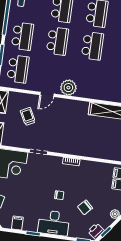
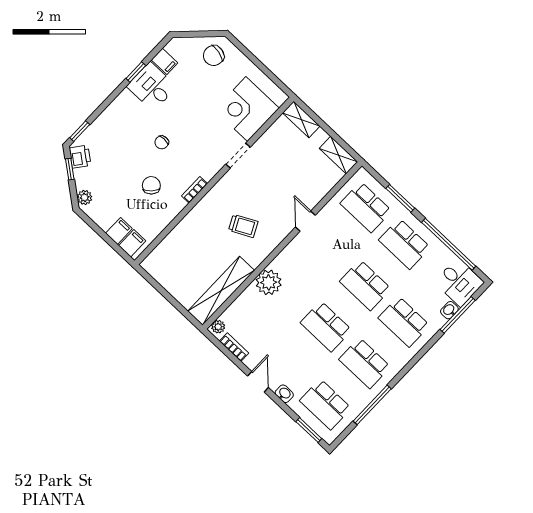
plant: (68, 88) -> (269, 282), moved
trolley: (28, 116) -> (243, 226), moved
chair: (85, 207) -> (151, 185), moved
desk: (54, 223) -> (152, 87), moved, width x0.73

